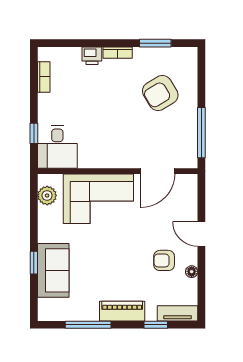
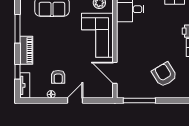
armchair: (164, 260) -> (58, 77), turned 180

